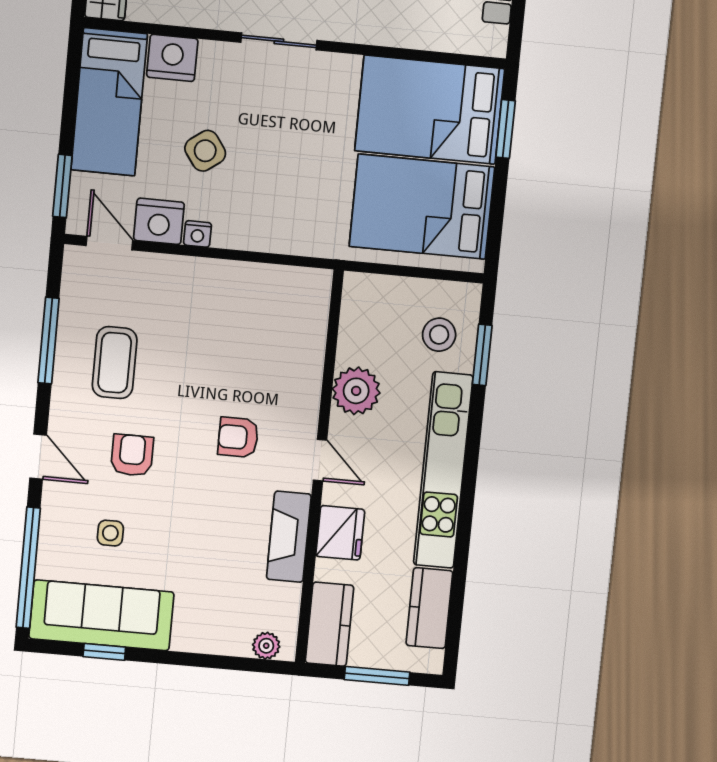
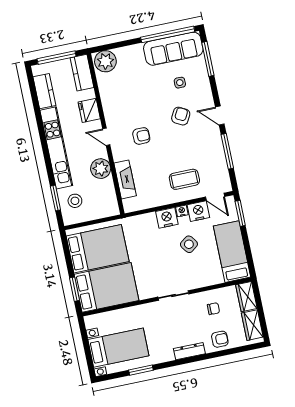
nightstand: (172, 58) -> (167, 218), moved, turned 180
coffee table: (115, 363) -> (184, 179), moved, turned 90
armchair: (132, 455) -> (181, 116), turned -152
door: (38, 457) -> (220, 116), moved
fireplace: (289, 537) -> (125, 179), moved
window: (28, 568) -> (208, 59), width x0.68
plant: (266, 646) -> (105, 61), width x1.88, depth x1.88
window: (104, 652) -> (168, 34), width x3.17
window: (377, 676) -> (57, 58), width x1.44

